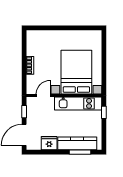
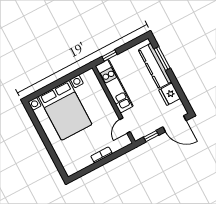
bed with nightstands: (76, 72) -> (65, 110), moved, turned -90
door: (43, 95) -> (125, 126), hinge flipped

